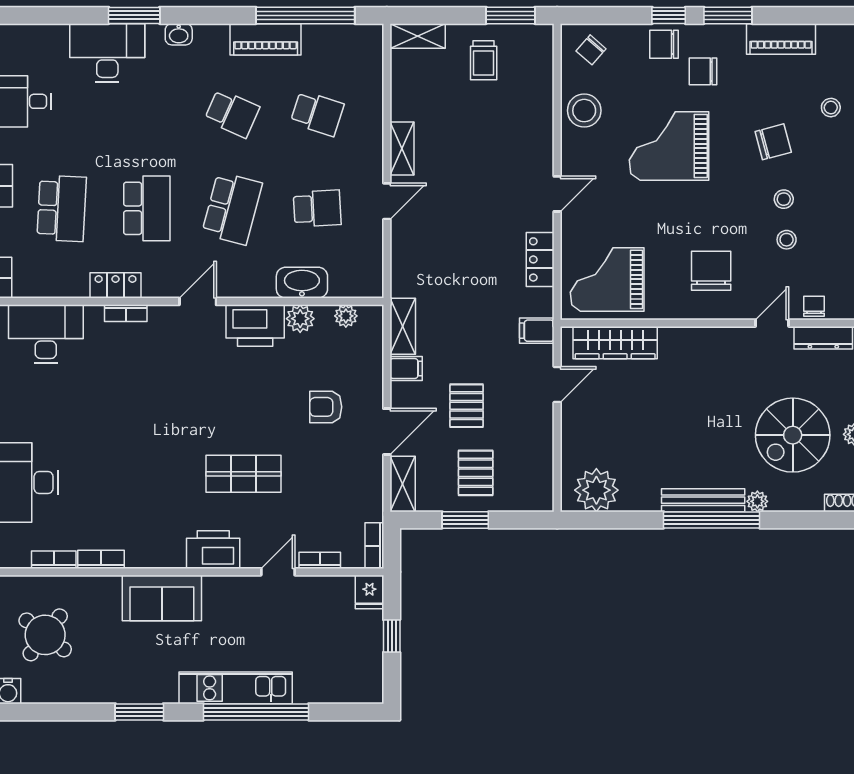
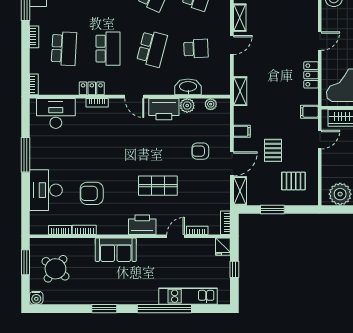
door: (198, 301) -> (134, 97), swing flipped
shelving: (403, 326) -> (240, 91), moved
pallet: (476, 473) -> (293, 181), moved, turned 90
armchair: (115, 489) -> (92, 193), added
kitchen unit: (236, 688) -> (188, 296), moved

